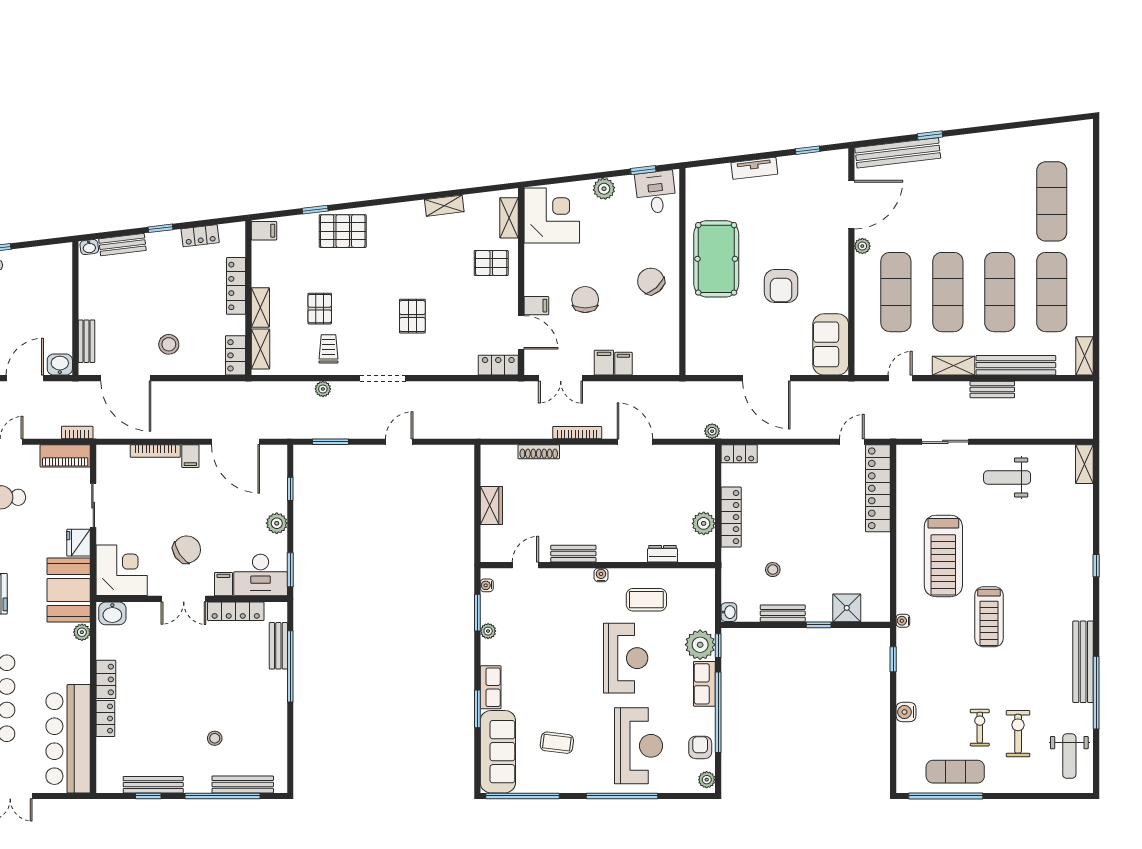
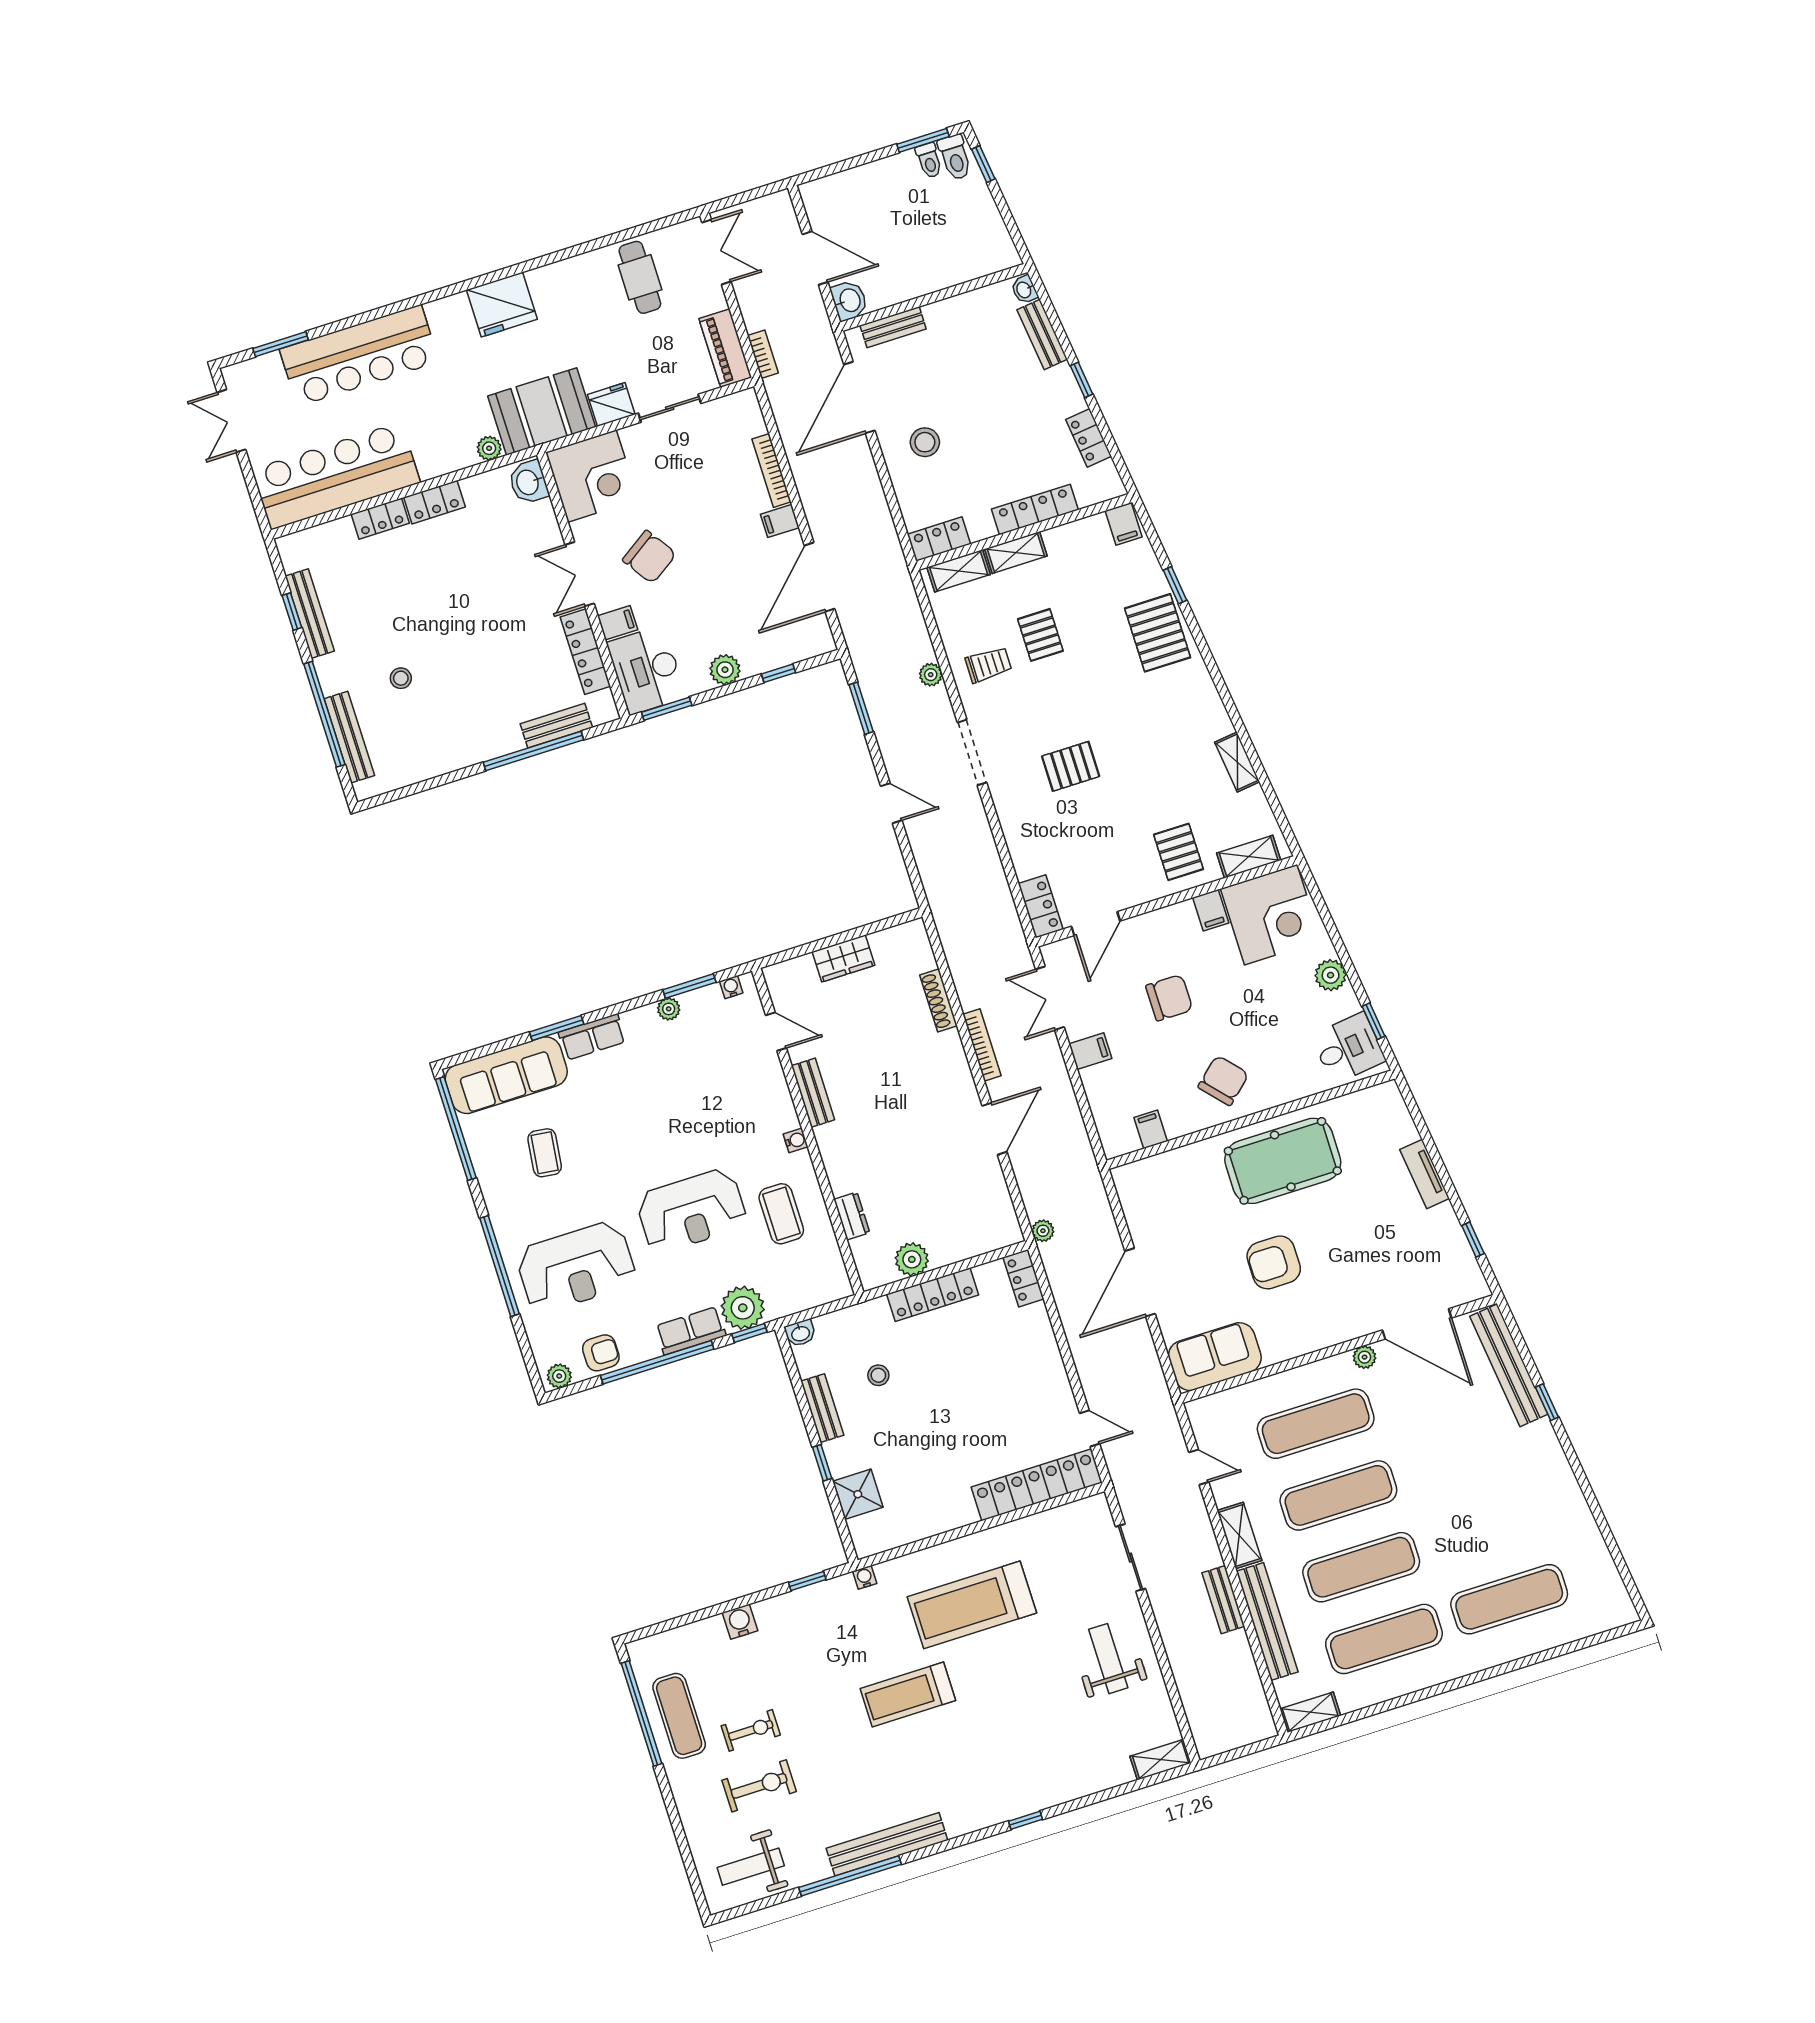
filing cabinet: (536, 306) -> (1211, 910), moved
pallet: (320, 309) -> (1040, 635), turned 90
filing cabinet: (623, 364) -> (1151, 1129), moved, turned -90

